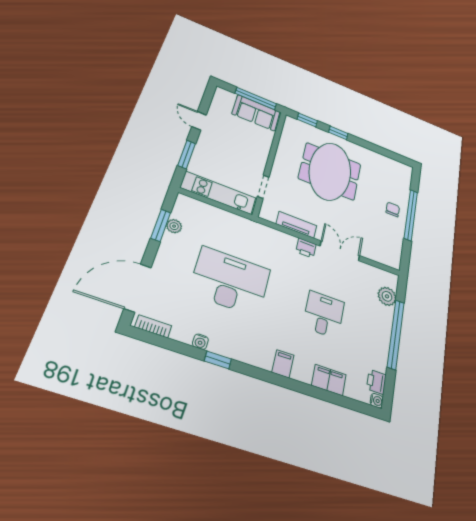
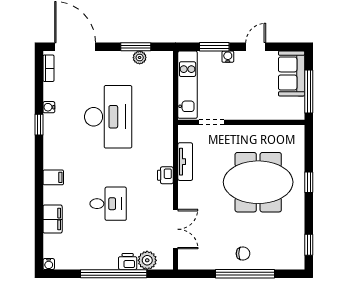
sofa: (256, 113) -> (292, 73), moved
window: (307, 120) -> (309, 245), moved
water cooler: (201, 147) -> (228, 57), added
double door: (340, 251) -> (176, 229), moved
printer: (376, 382) -> (128, 261), moved

